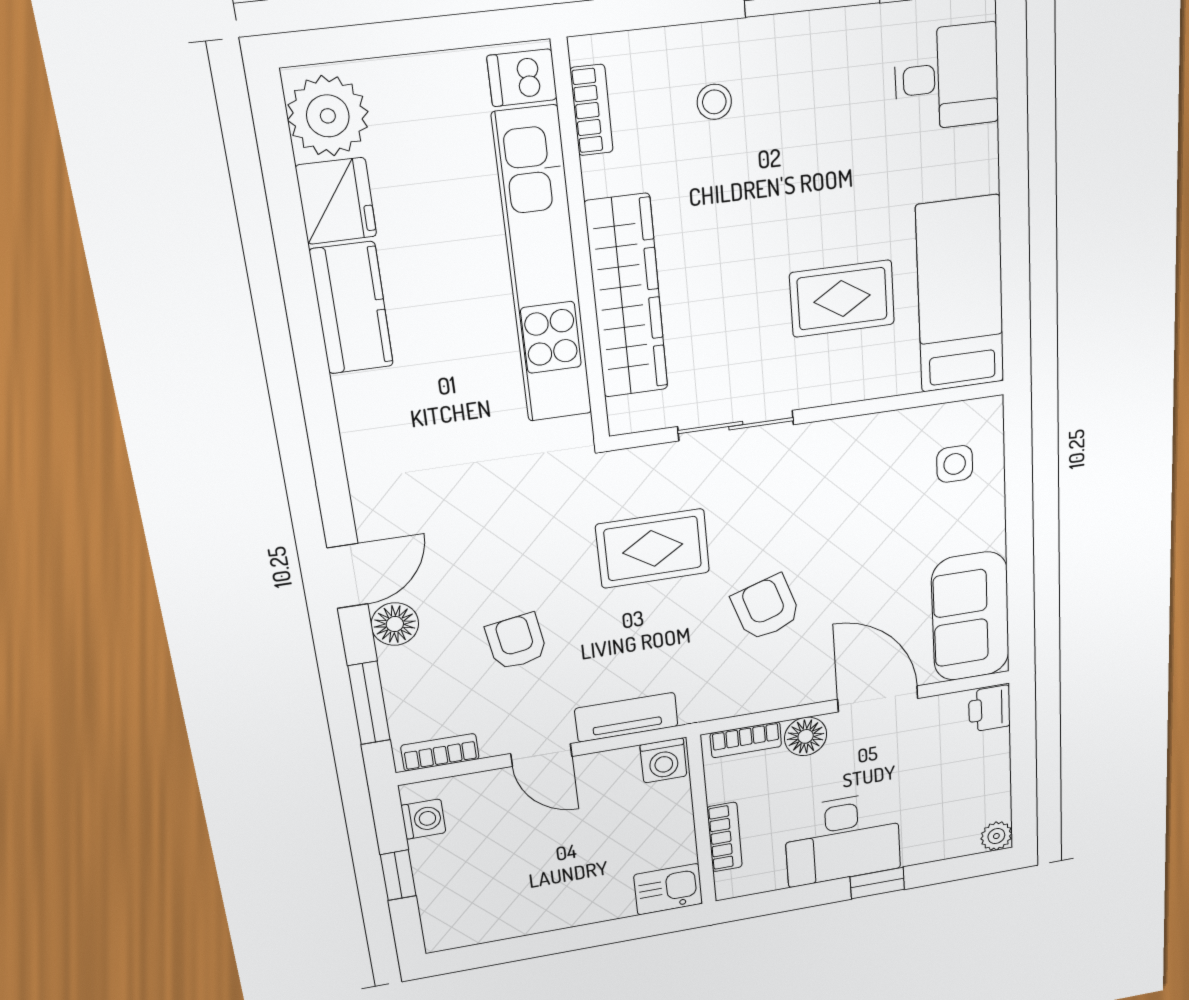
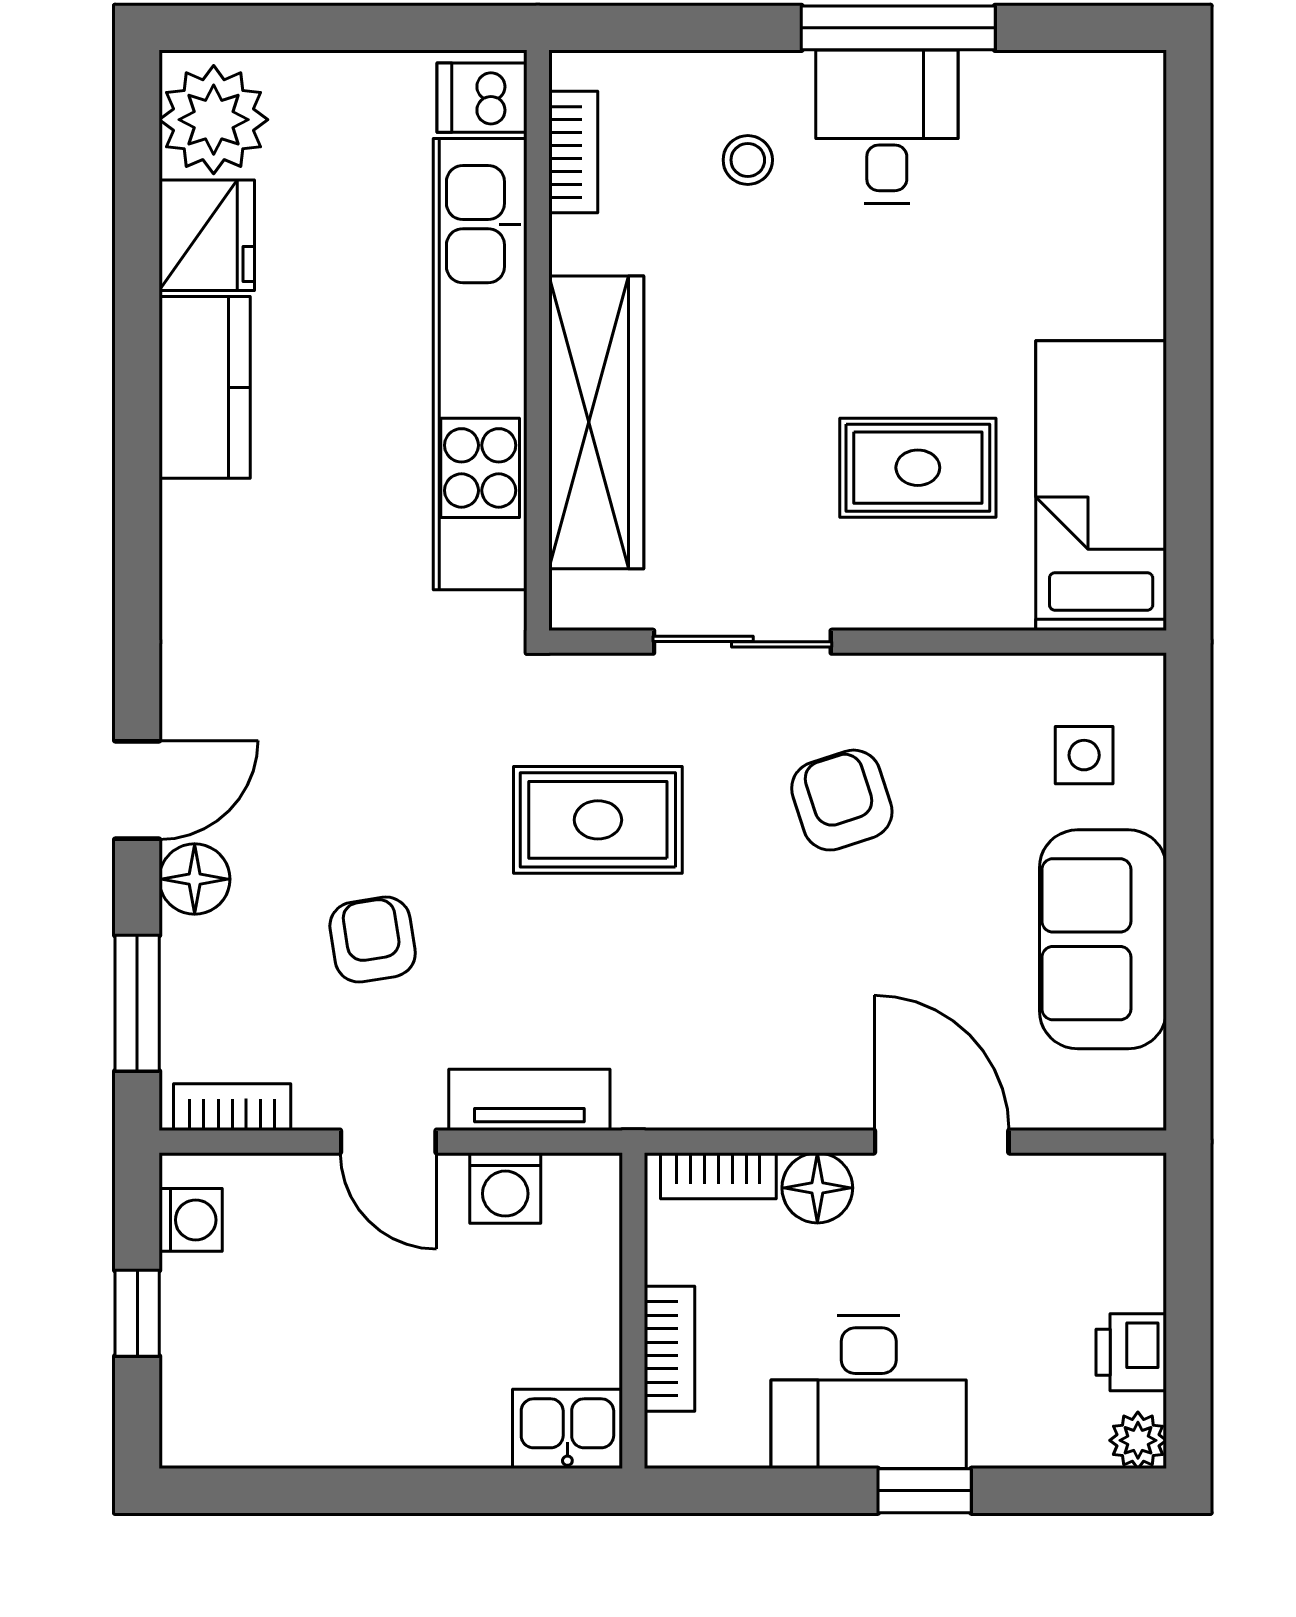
desk: (947, 77) -> (887, 126), moved, turned -90
armchair: (766, 608) -> (842, 800), moved
sofa: (971, 617) -> (1103, 939), moved
printer: (989, 709) -> (1131, 1352), moved
washing machine: (663, 761) -> (505, 1188), moved

